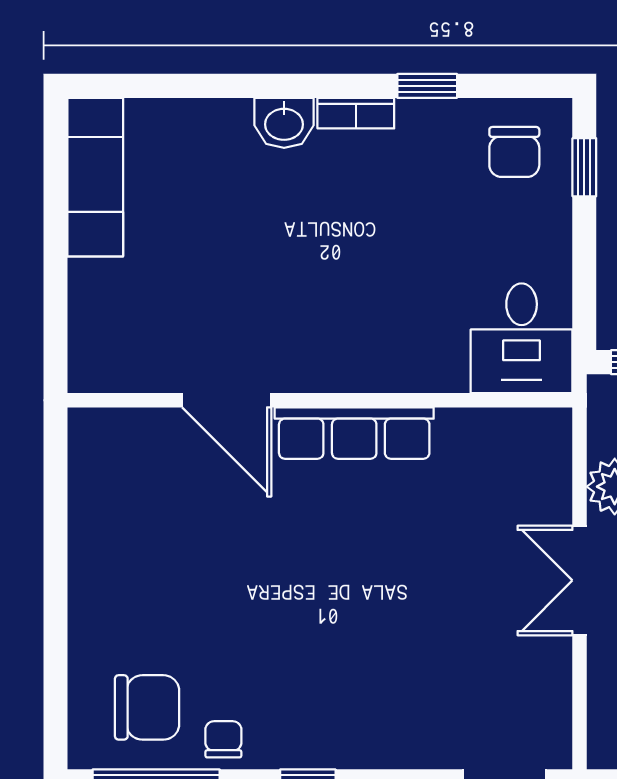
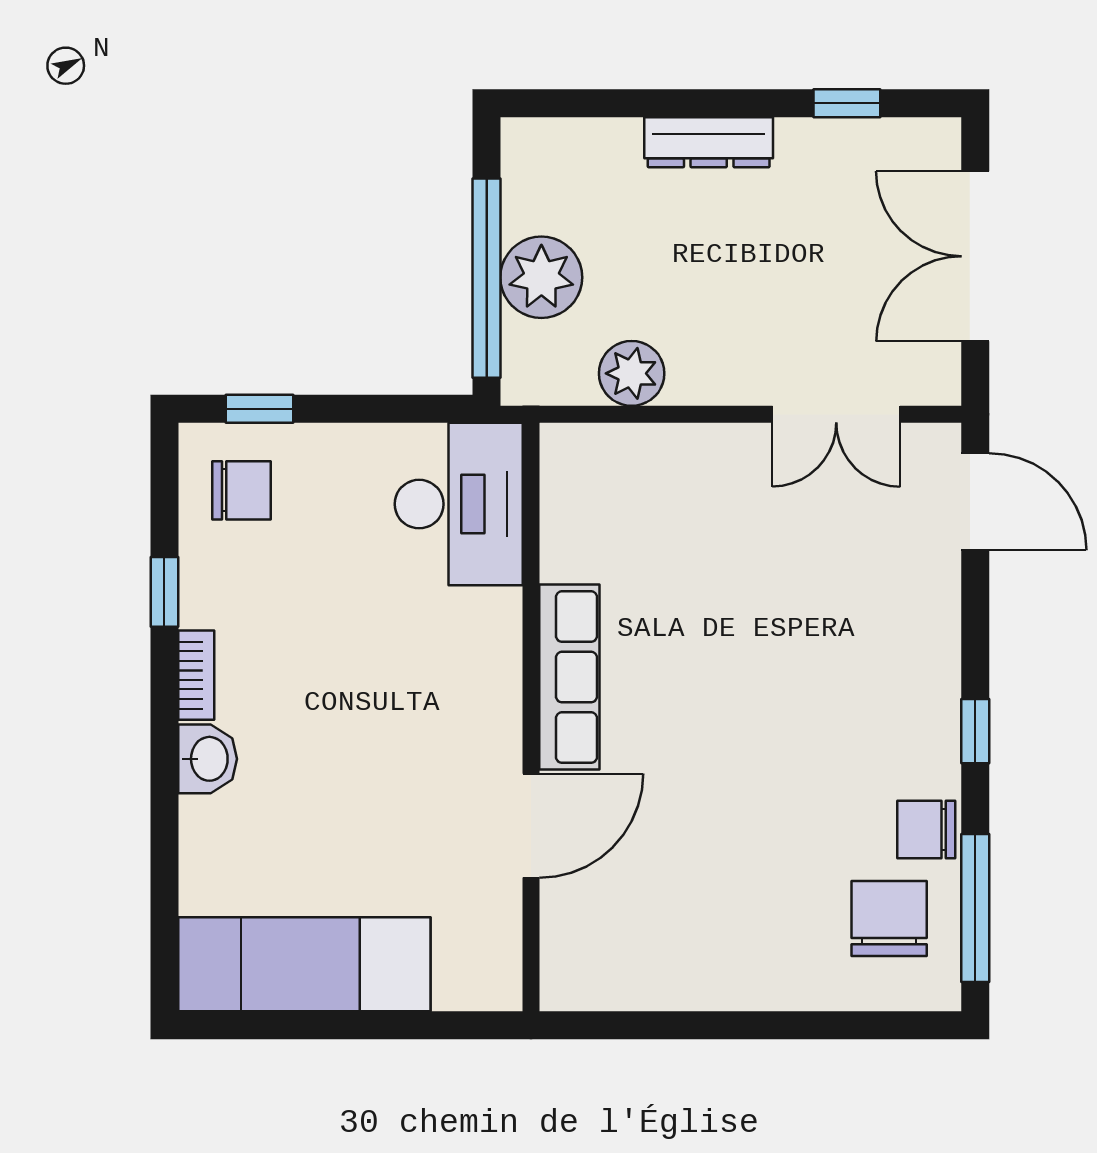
exam couch: (95, 177) -> (304, 964), width x1.36, depth x1.45
desk: (522, 338) -> (459, 504), width x1.37
double door: (580, 580) -> (836, 414), moved
chair: (223, 739) -> (926, 830), width x1.37, depth x1.37

